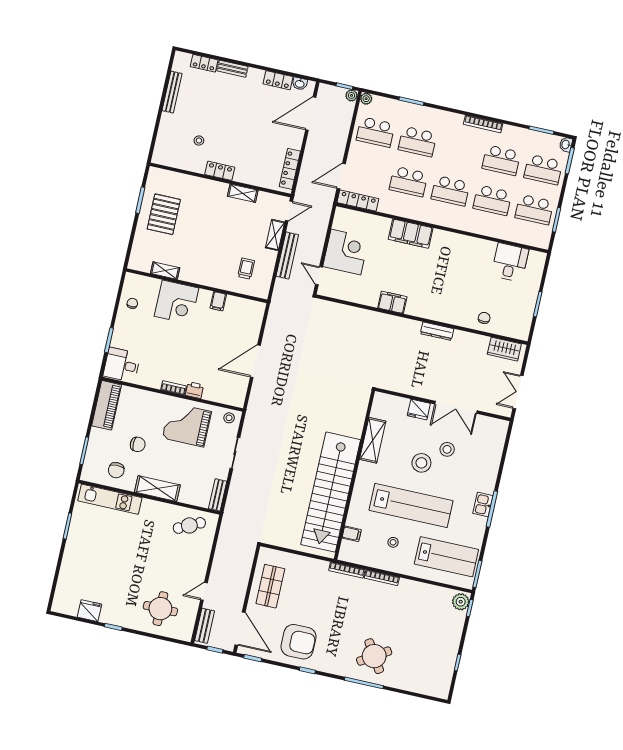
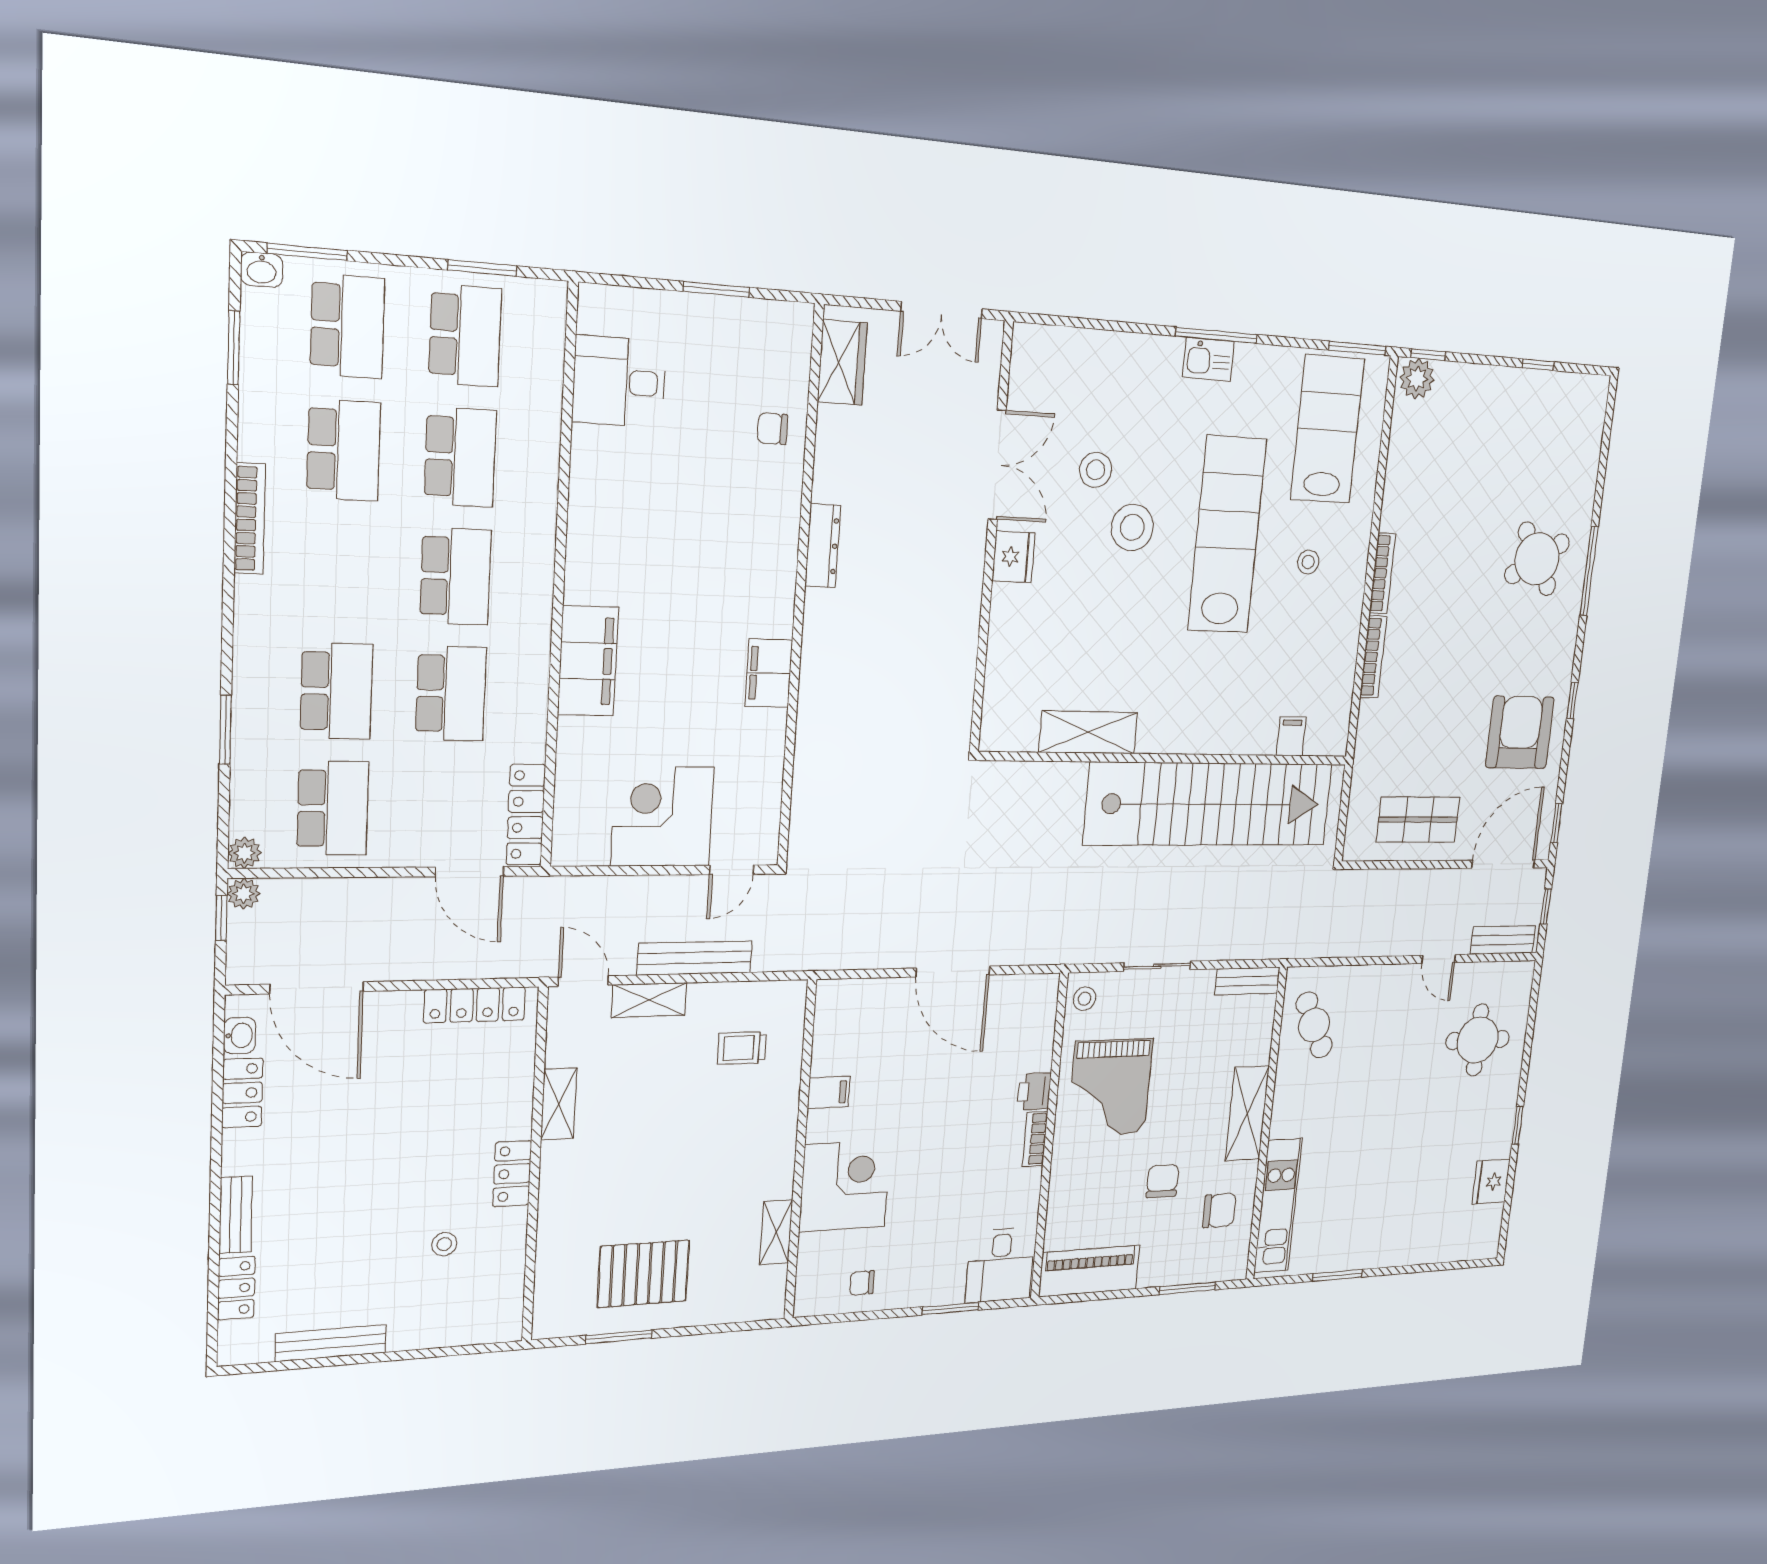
shelving: (373, 440) -> (1088, 732), moved
wall: (354, 475) -> (1168, 758), moved
stairs: (331, 492) -> (1209, 804), moved
filing cabinet: (352, 534) -> (1291, 736), moved

